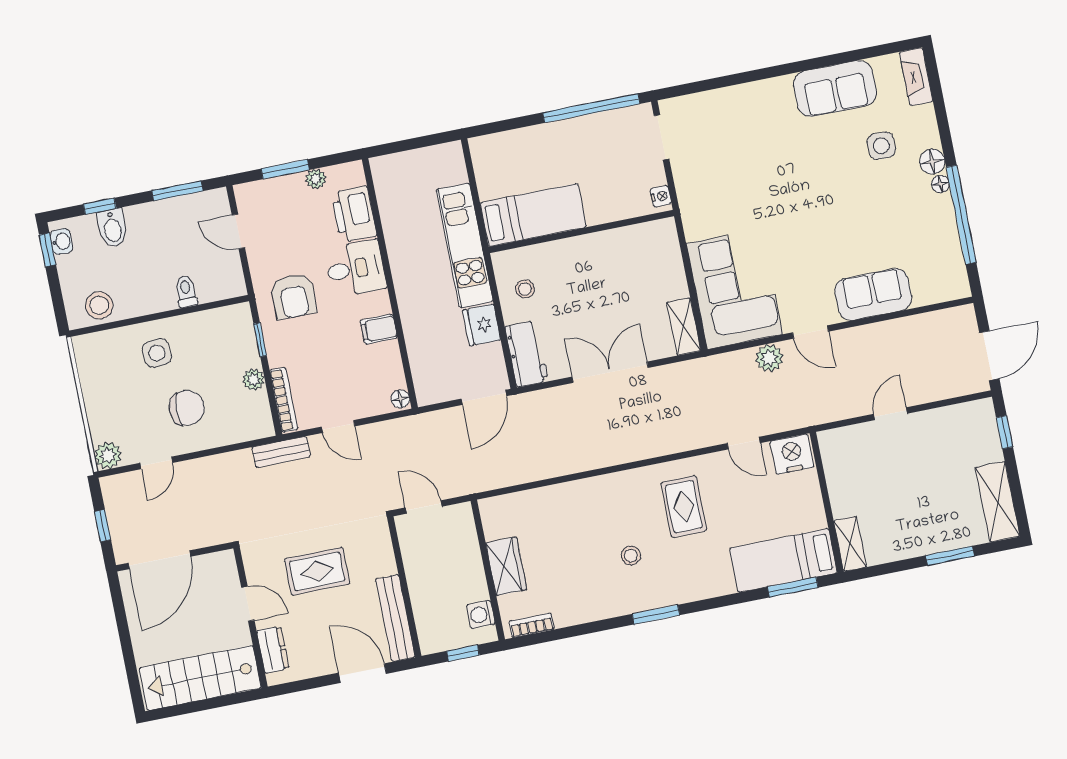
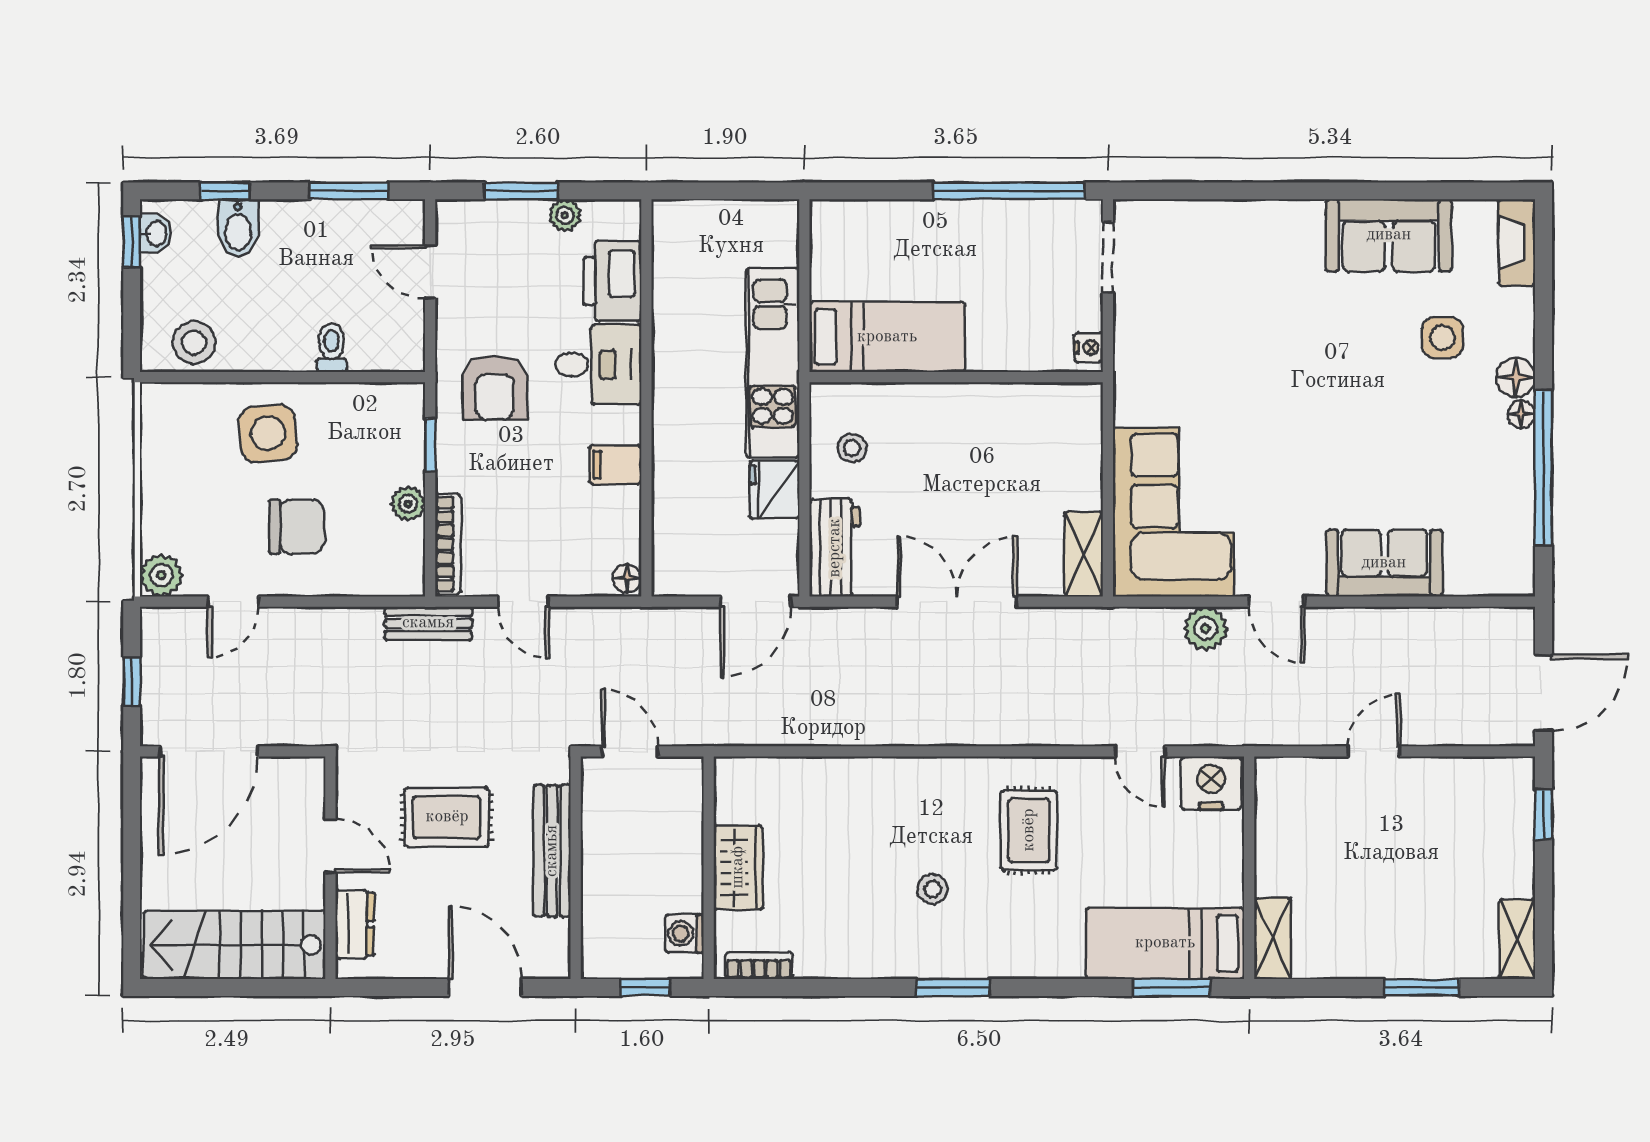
side table: (157, 353) -> (268, 433), width x1.37, depth x1.37
shelving: (997, 502) -> (1517, 939), width x0.67, depth x0.75
bench: (395, 618) -> (552, 851), moved

